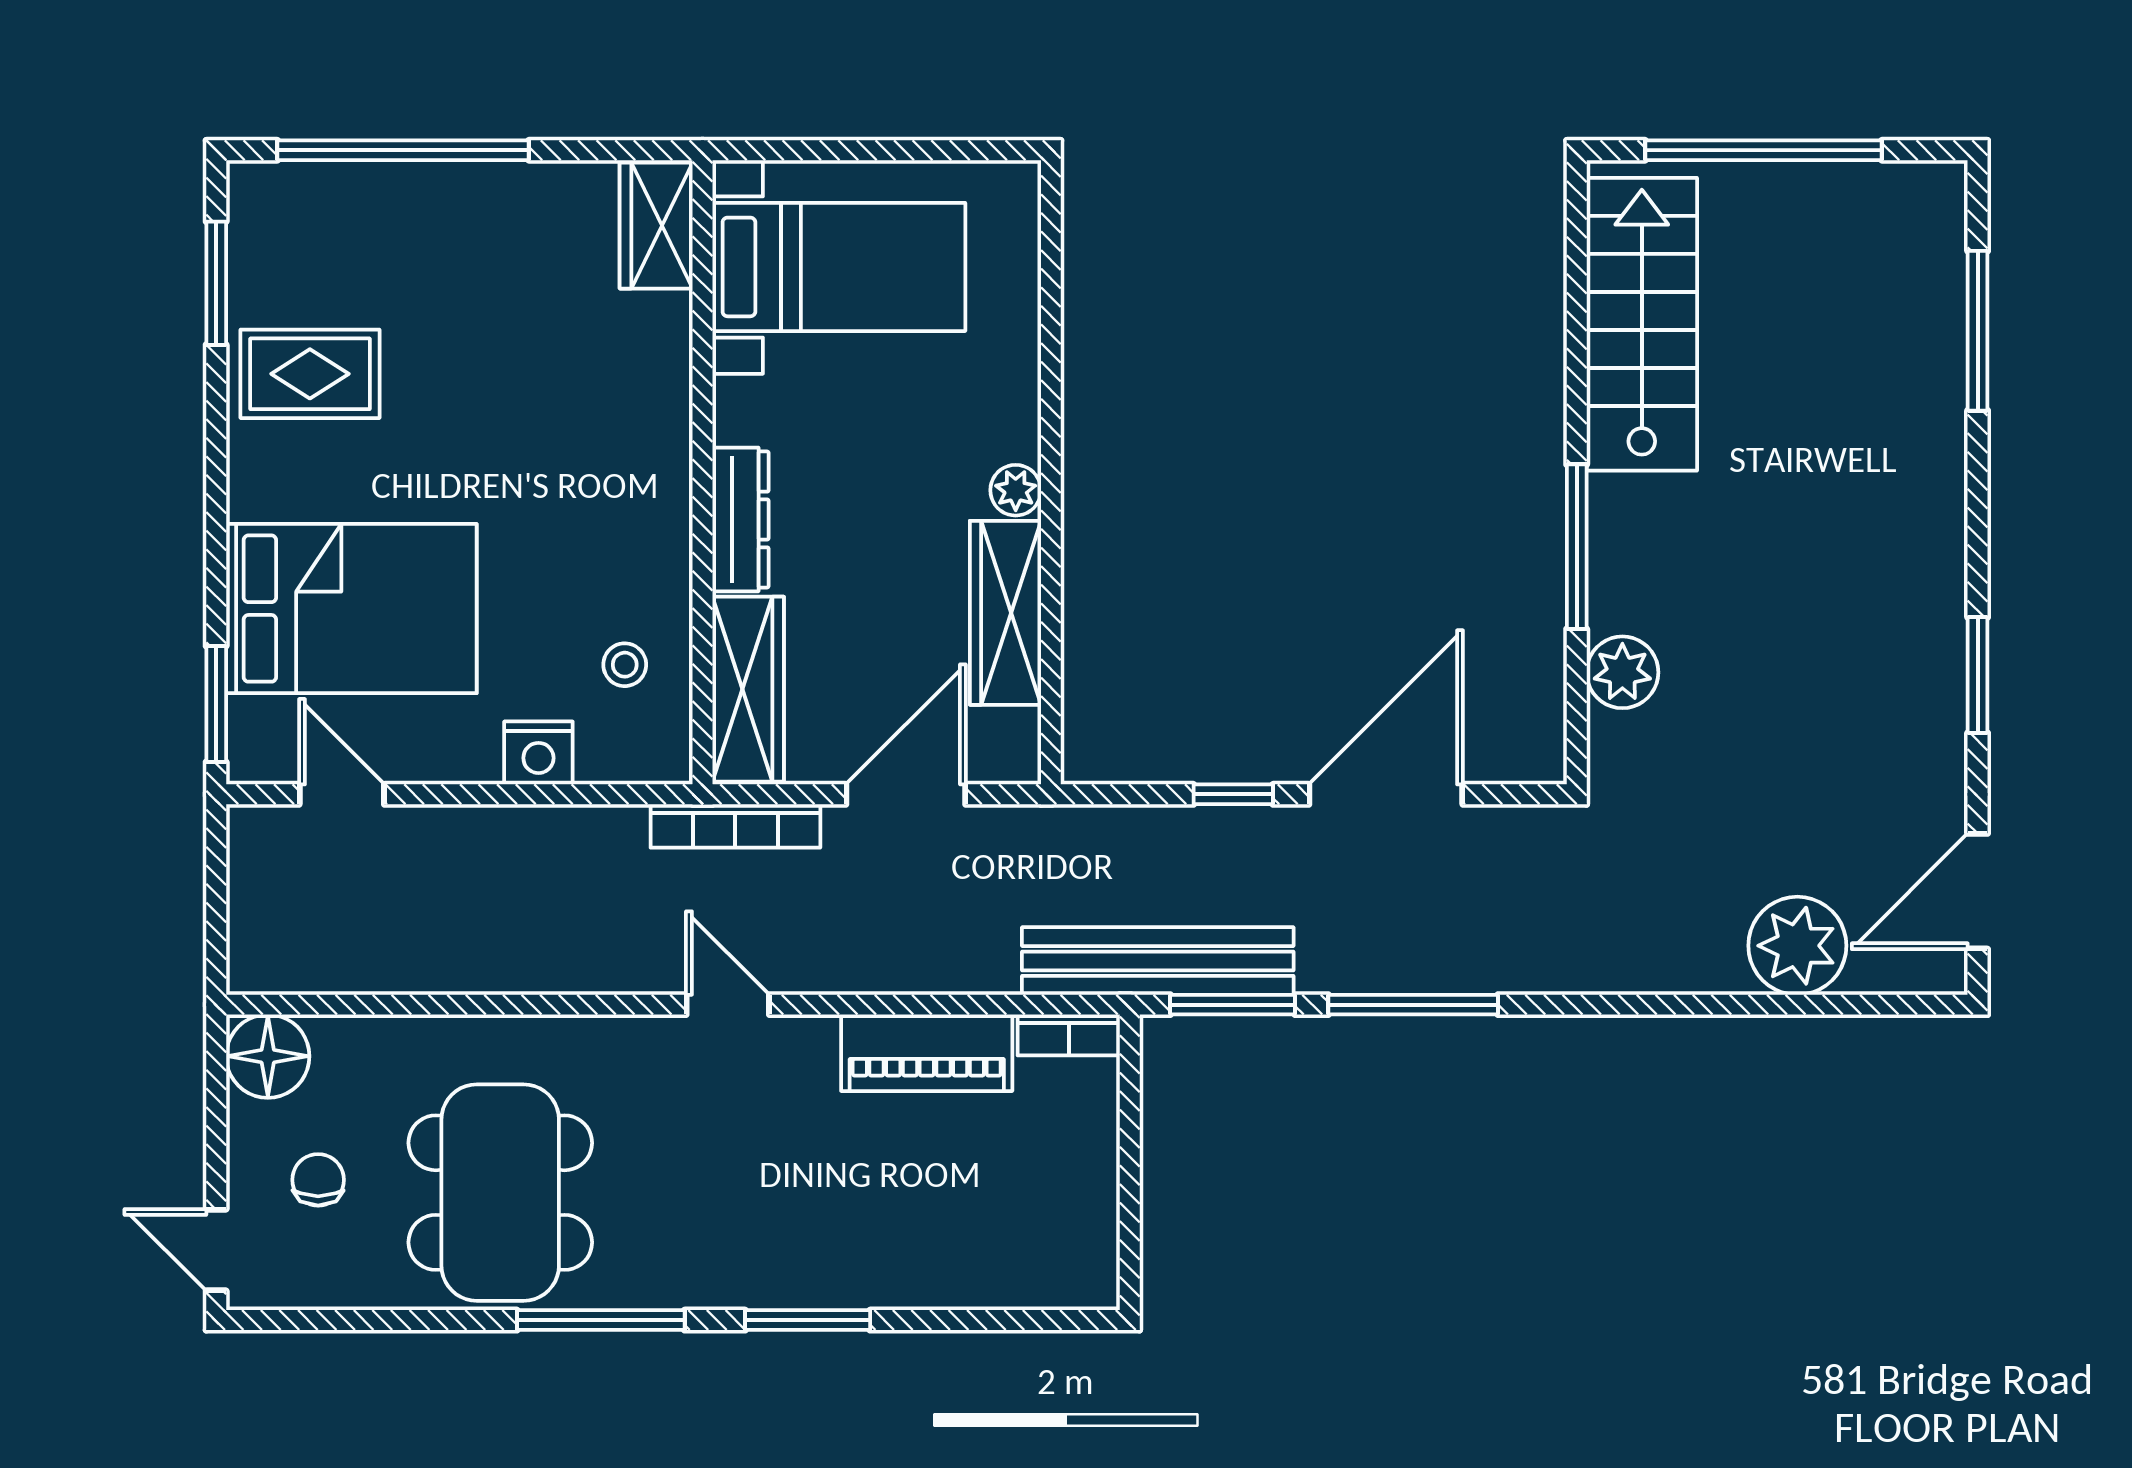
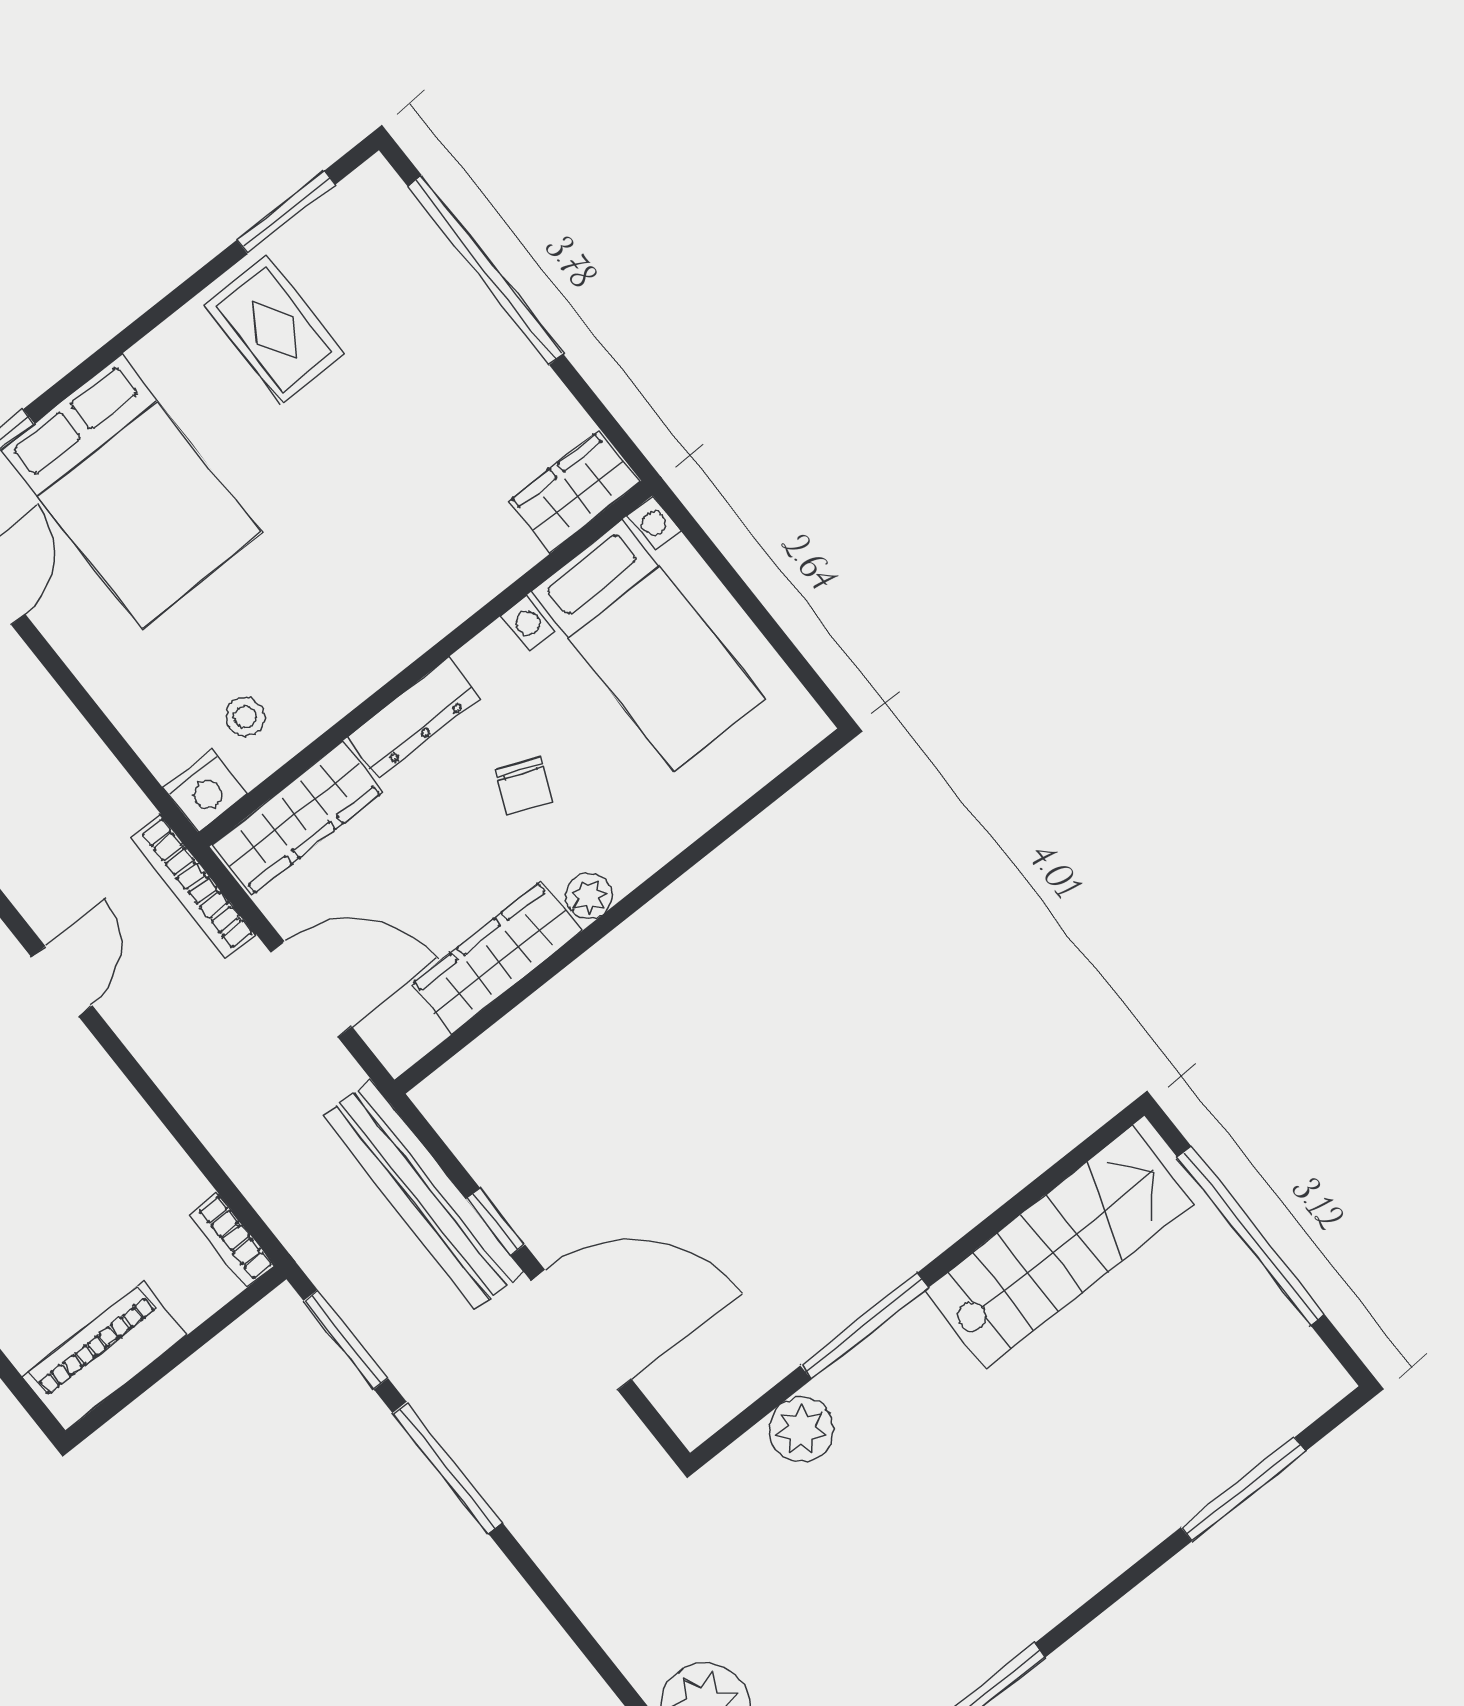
chair: (876, 470) -> (525, 786), added
nightstand: (538, 753) -> (205, 791), moved, turned -90
bench: (1158, 961) -> (423, 1194), moved
piano: (927, 1053) -> (105, 1356), moved, turned 90

